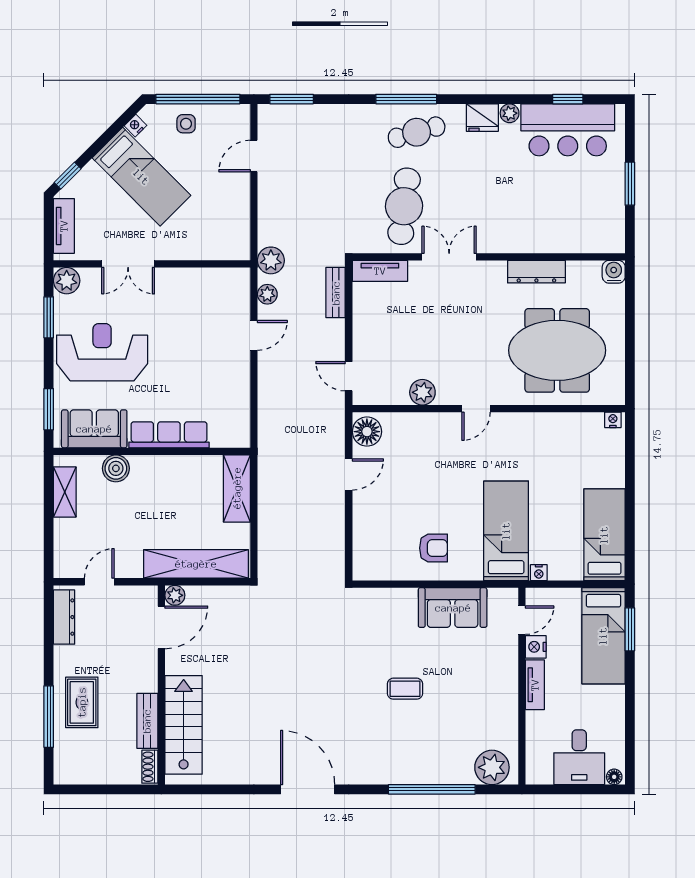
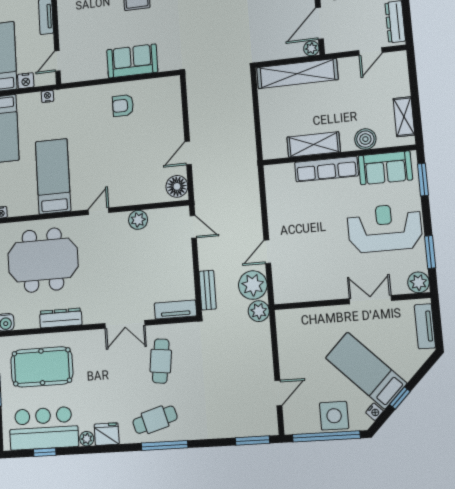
side table: (186, 124) -> (334, 416), width x1.87, depth x1.87
window: (68, 176) -> (400, 398), moved
cafe table: (404, 206) -> (161, 361), width x0.73, depth x0.74
pool table: (566, 210) -> (42, 367), added
plant: (267, 294) -> (253, 285), width x1.87, depth x1.87
reception desk: (102, 352) -> (385, 228), turned 180
shelving: (237, 488) -> (314, 144), moved, turned 90
bed: (506, 531) -> (53, 176), moved, turned 180
sofa: (453, 608) -> (132, 61), moved
nightstand: (536, 647) -> (26, 81), moved, turned 90

